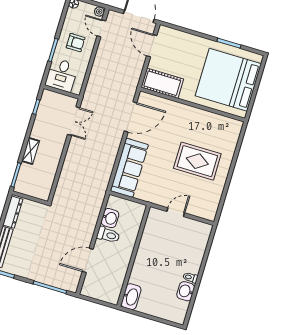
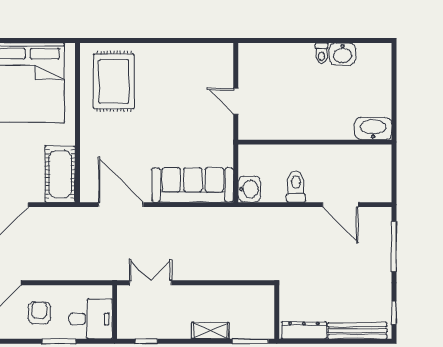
rug: (197, 161) -> (114, 81), moved
washbasin: (110, 218) -> (249, 189), moved, turned 90

